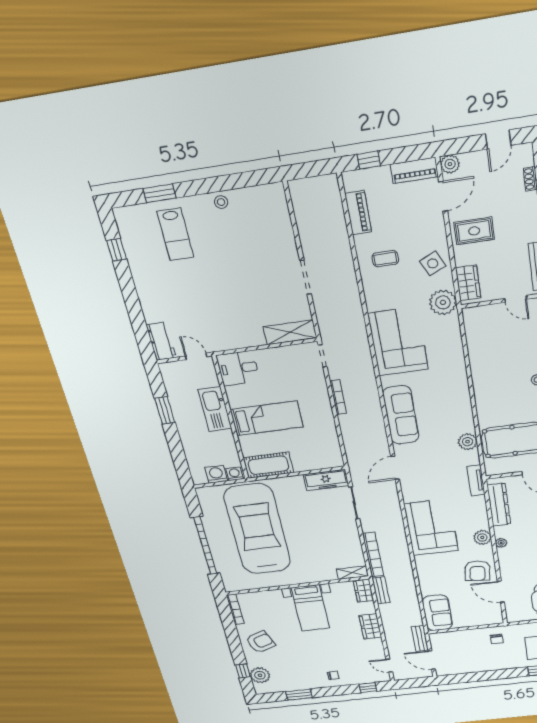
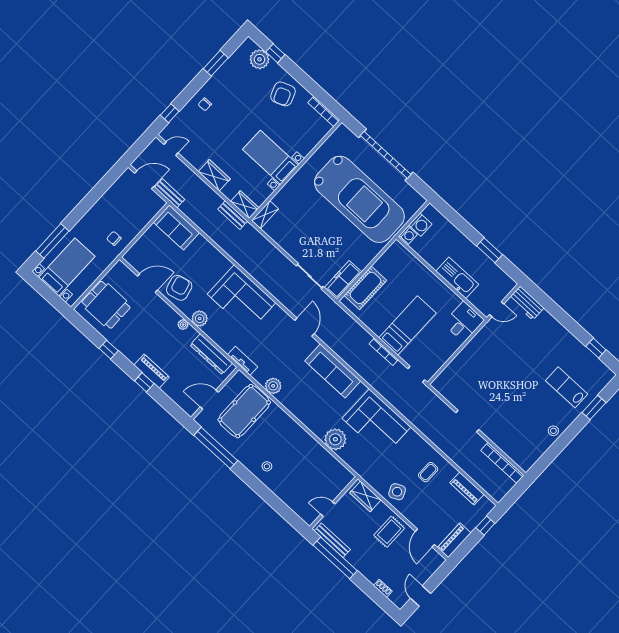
plant: (450, 164) -> (436, 560), removed
plant: (443, 302) -> (335, 439), moved
shelving: (290, 332) -> (449, 375), removed
bed: (267, 418) -> (408, 325), moved, turned 180
cot: (268, 465) -> (365, 288), moved
bookcase: (373, 555) -> (502, 463), moved
armchair: (477, 571) -> (179, 288), turned 69

